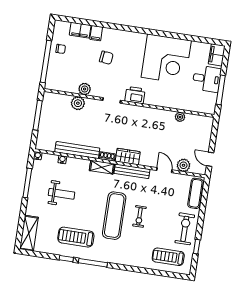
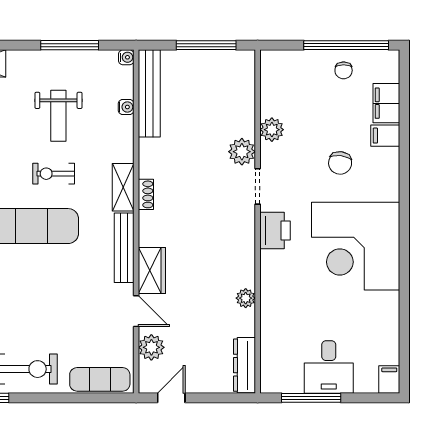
filing cabinet: (217, 55) -> (389, 380), width x0.50
corner desk: (166, 59) -> (356, 246), moved
window: (46, 61) -> (346, 45), moved
plant: (78, 103) -> (242, 152), moved
plant: (180, 117) -> (246, 298), moved
dresser: (199, 120) -> (244, 365), added
bench: (77, 150) -> (149, 93), moved
wardrobe: (128, 156) -> (152, 271), moved
door: (164, 170) -> (136, 311), hinge flipped
exercise bike: (139, 216) -> (54, 174), moved

